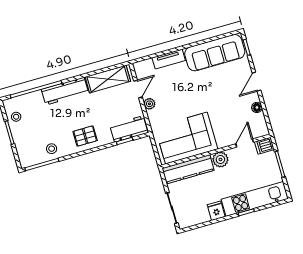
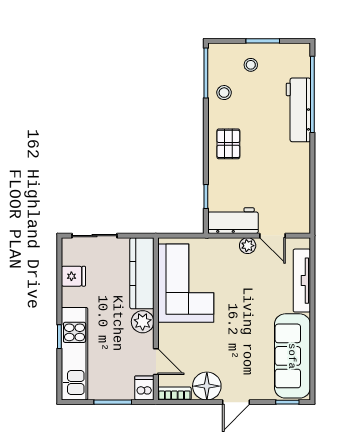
tv unit: (169, 59) -> (302, 281), width x1.41
shelving: (108, 79) -> (298, 198), removed
door: (256, 82) -> (236, 402), swing flipped
workbench: (65, 91) -> (298, 110), moved
floor lamp: (257, 107) -> (207, 386), width x1.89, depth x1.89
stool: (16, 117) -> (251, 65), moved
bookcase: (262, 125) -> (174, 394), added
workbench: (129, 129) -> (233, 221), moved, turned -90
fridge: (216, 211) -> (73, 276), moved

